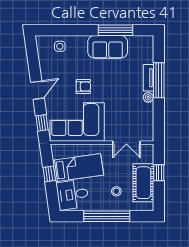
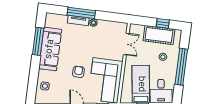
sofa: (108, 47) -> (50, 49), width x1.36
window: (159, 173) -> (163, 23), moved

